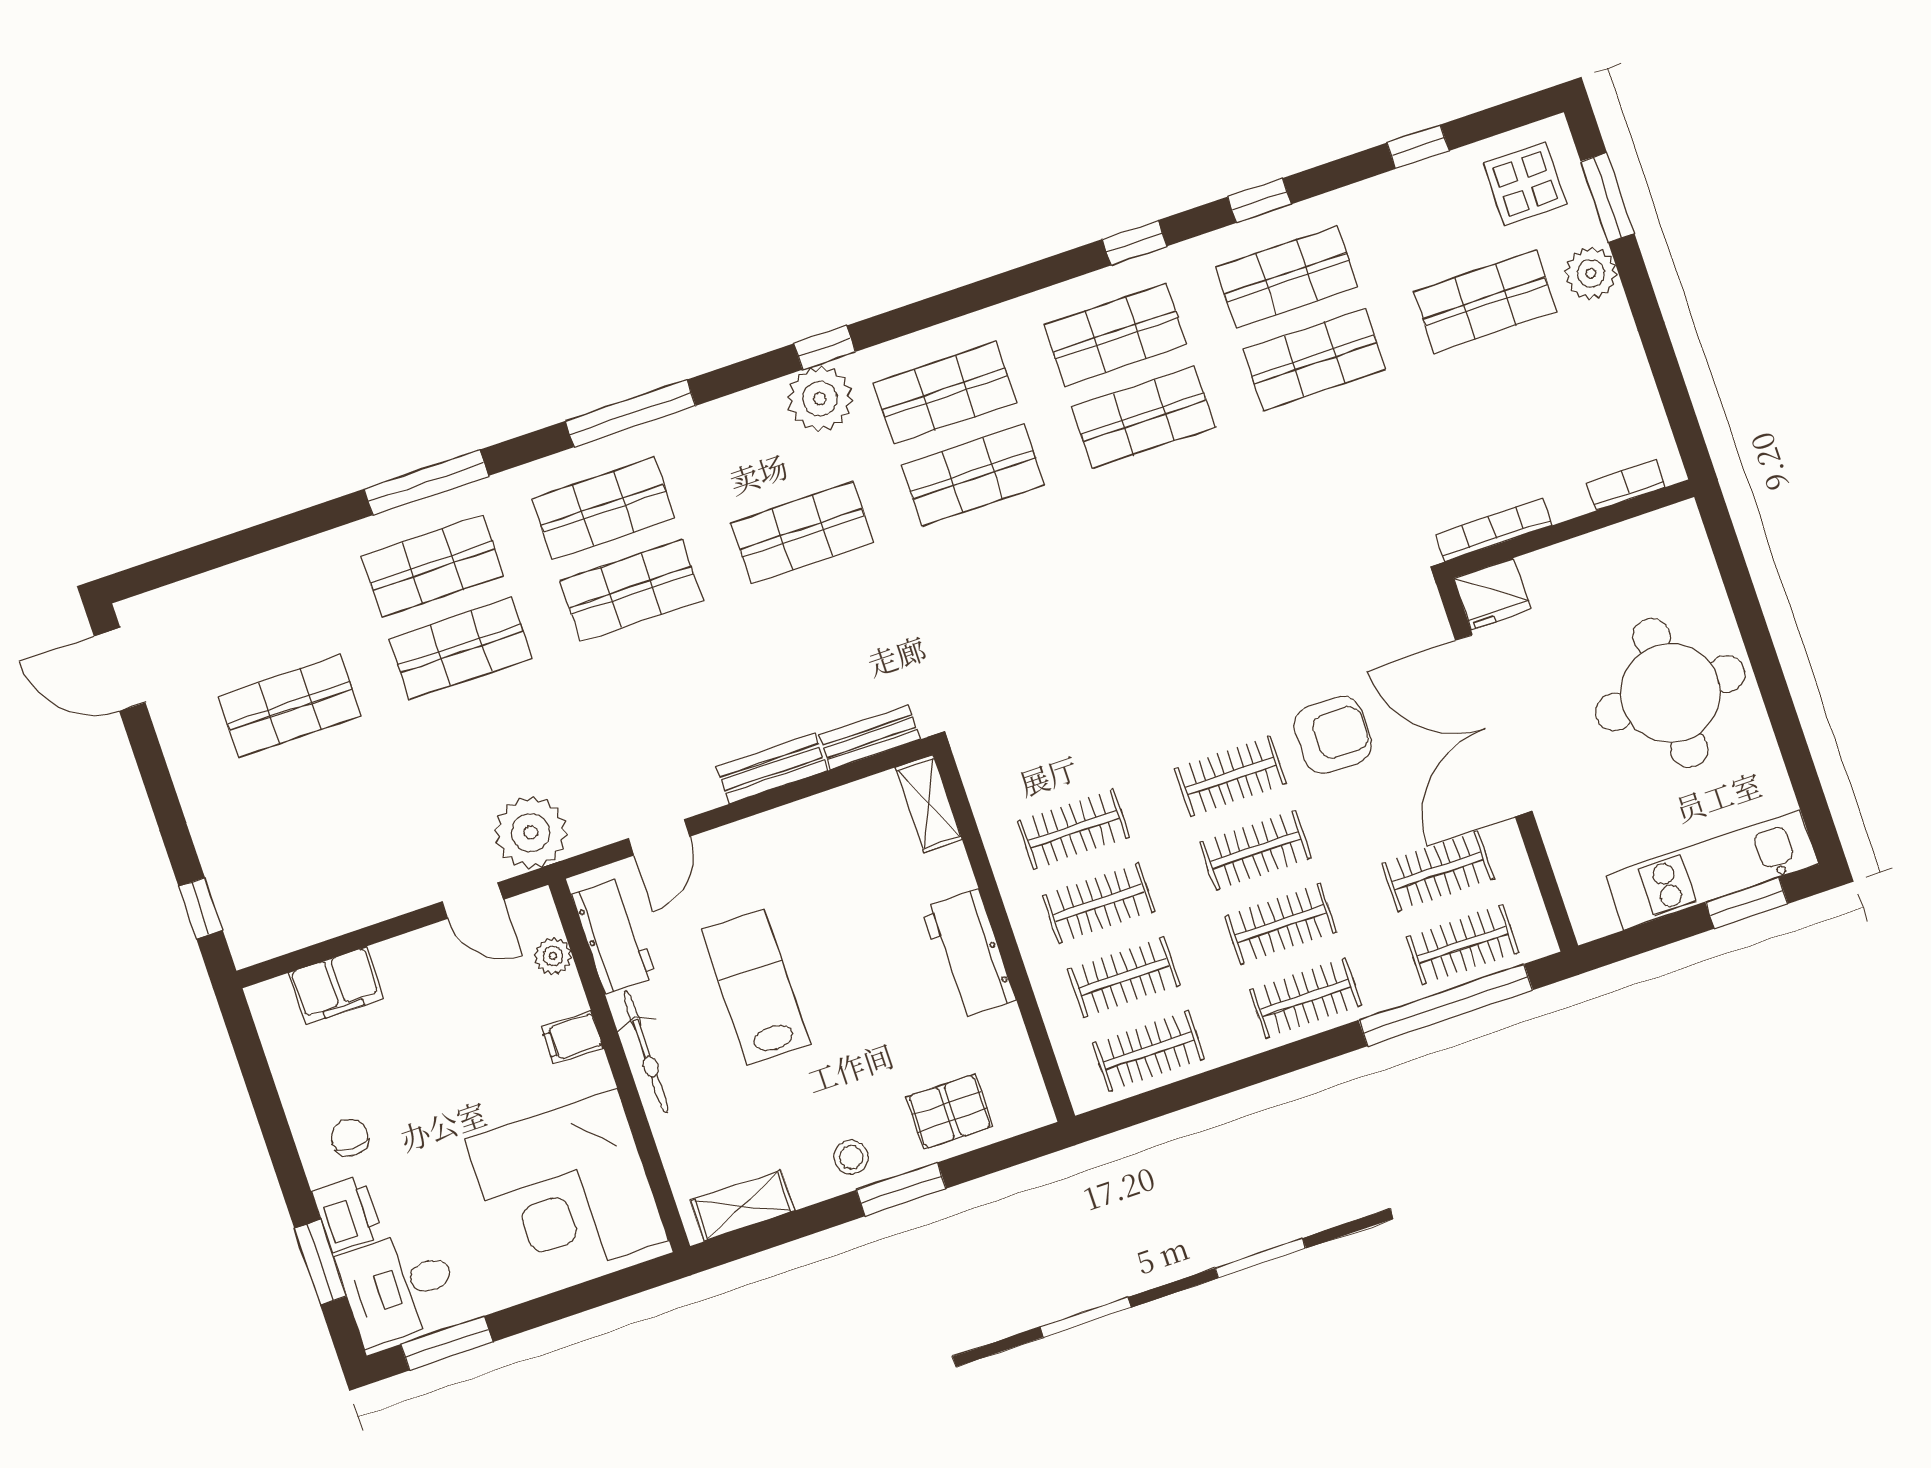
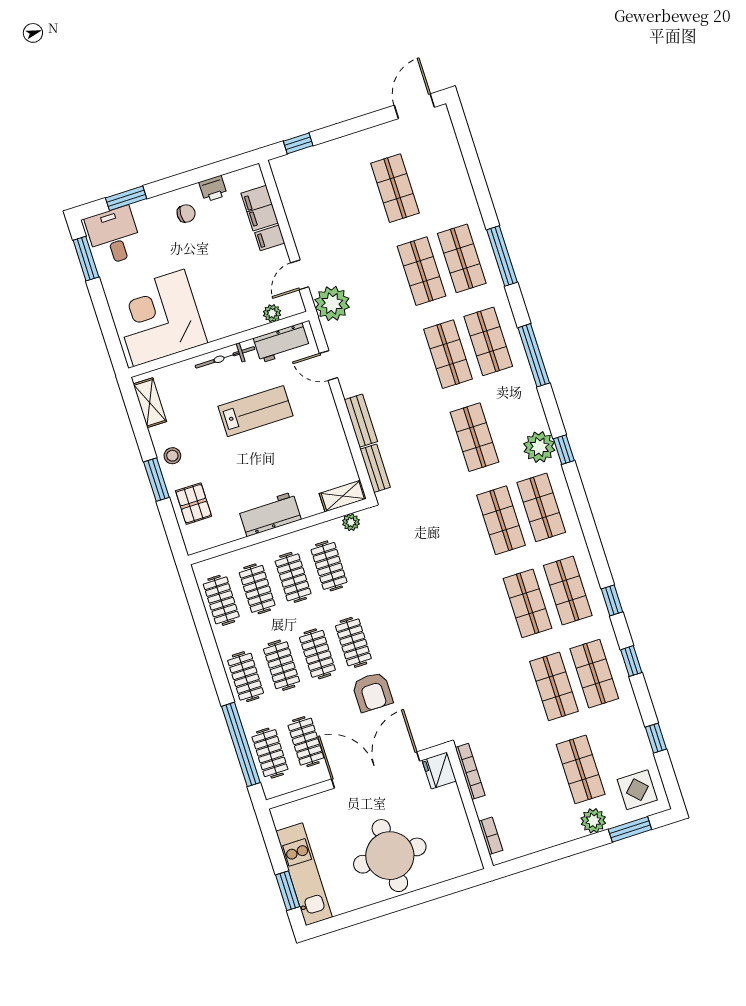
plant: (982, 786) -> (351, 522), added
filing cabinet: (572, 1037) -> (270, 238), moved, turned -90
printer: (347, 1213) -> (213, 189), moved, width x0.73, depth x0.81

